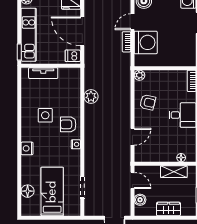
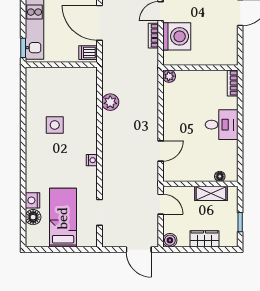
tv unit: (43, 73) -> (52, 74), removed
armchair: (148, 102) -> (179, 109), removed
armchair: (68, 124) -> (83, 136), removed
nightstand: (27, 148) -> (33, 200), moved
boiler: (140, 200) -> (170, 240), moved

